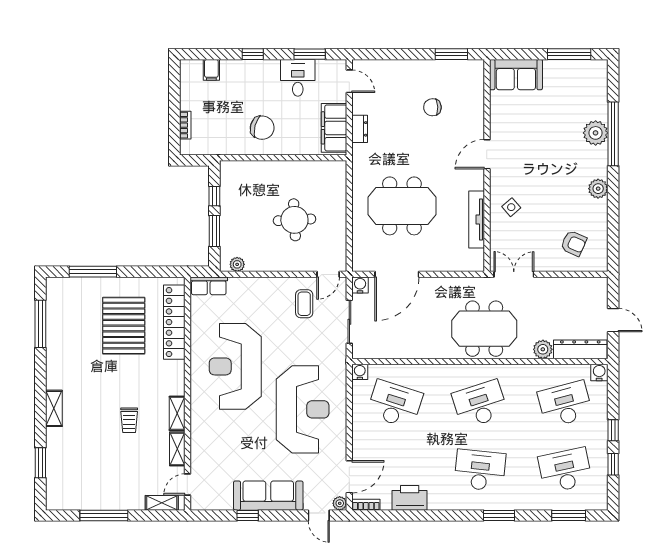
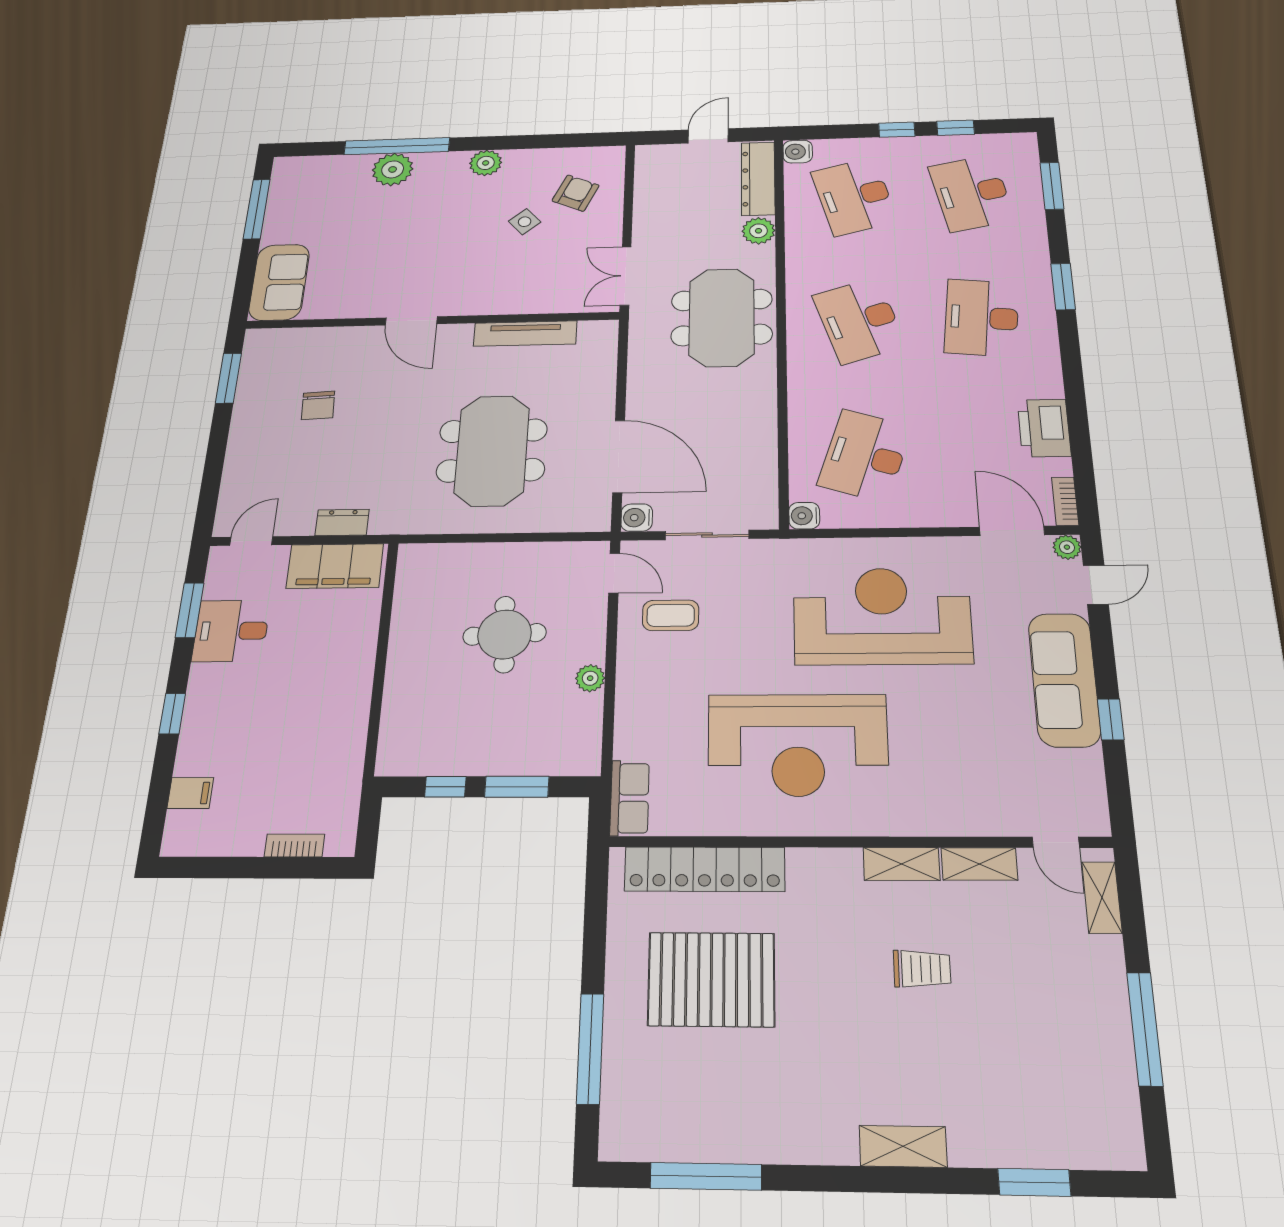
chair: (262, 128) -> (318, 695), removed
side table: (511, 207) -> (525, 222), moved
plant: (237, 264) -> (590, 678), moved

